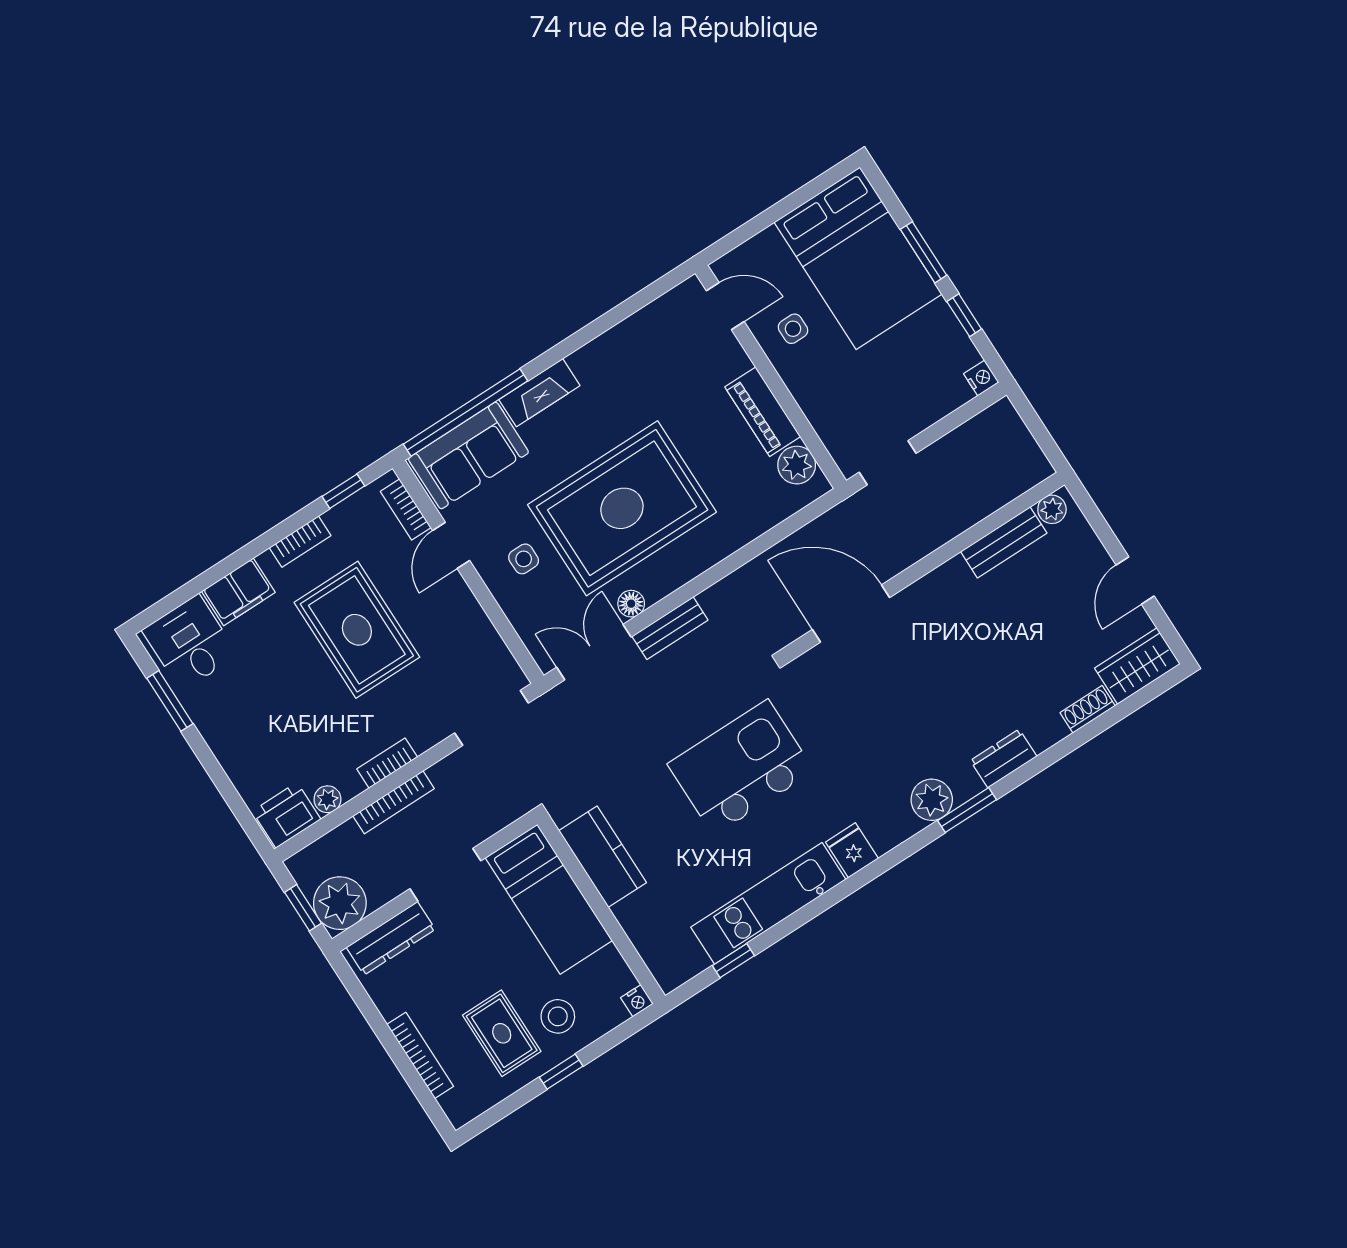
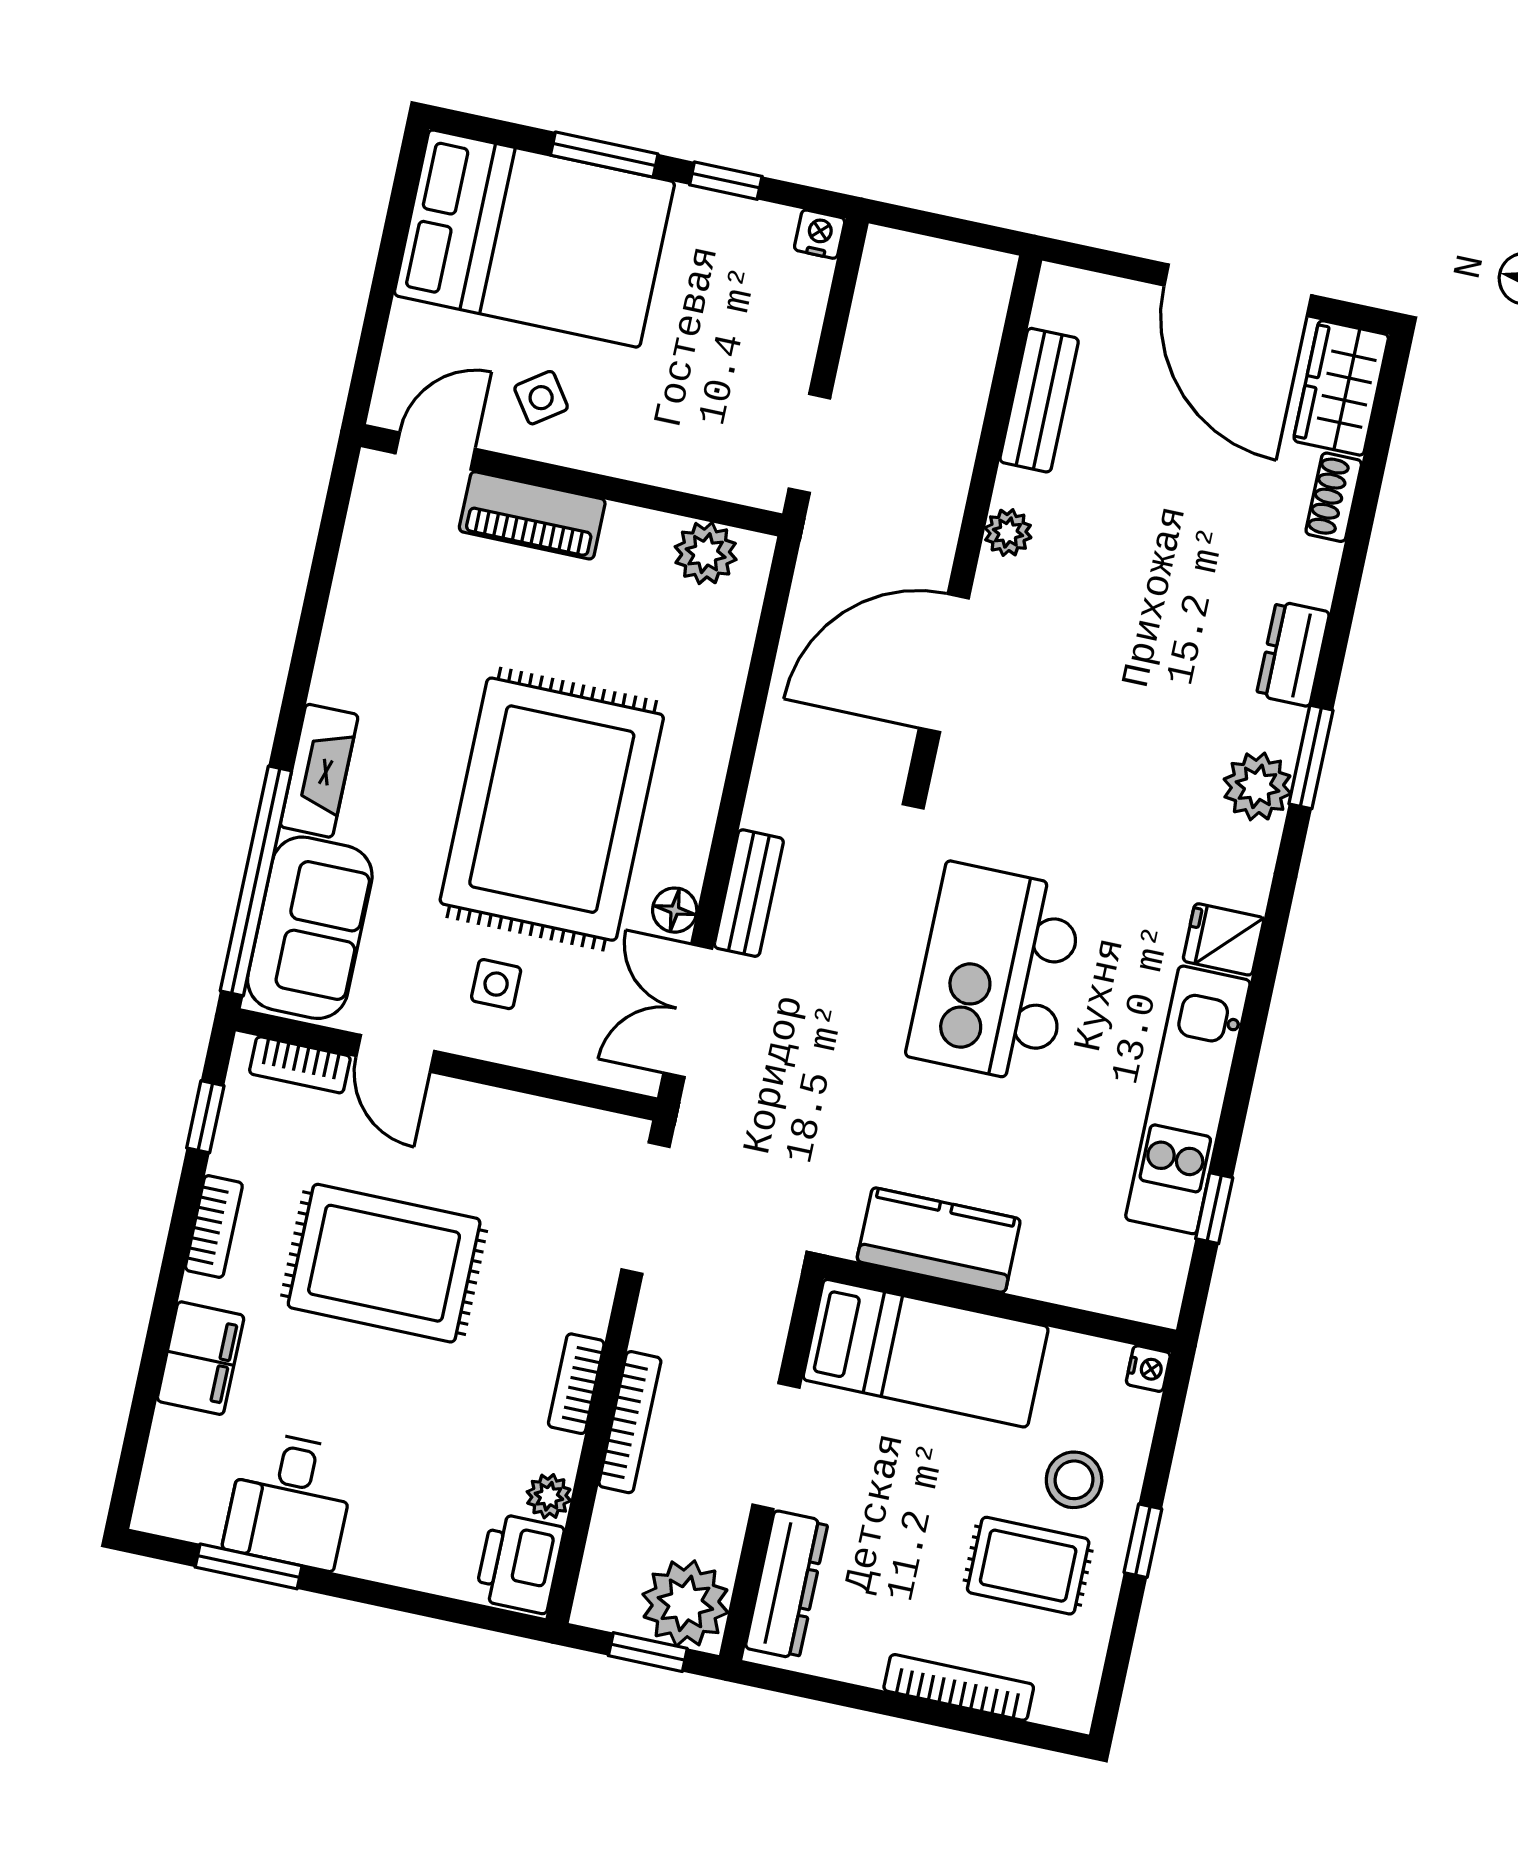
side table: (793, 329) -> (541, 398), turned -35
piano: (763, 412) -> (532, 515), moved
plant: (1052, 509) -> (1008, 533), moved
door: (1135, 580) -> (1238, 290), width x1.87
desk: (190, 643) -> (290, 1500), moved, turned -90

